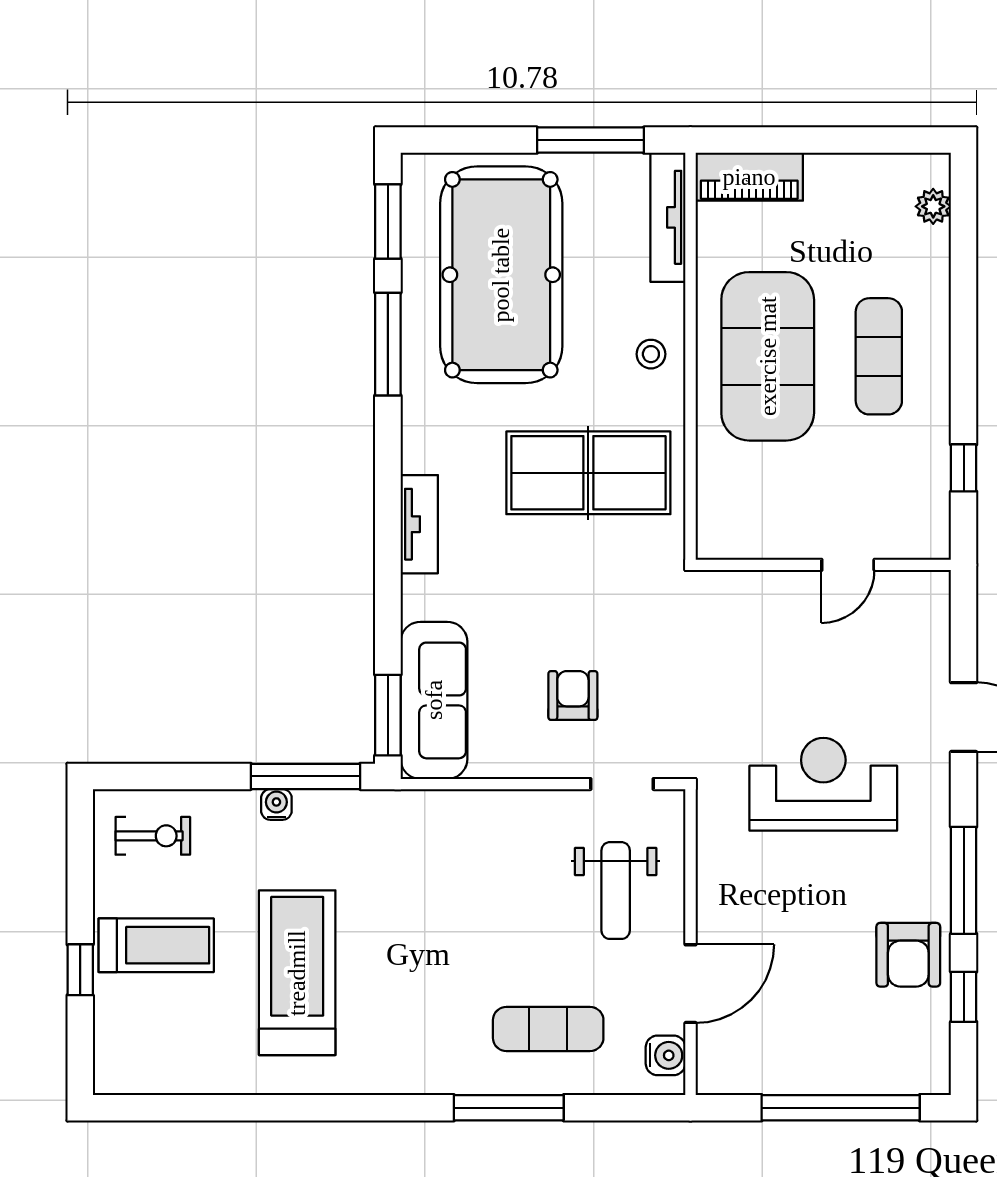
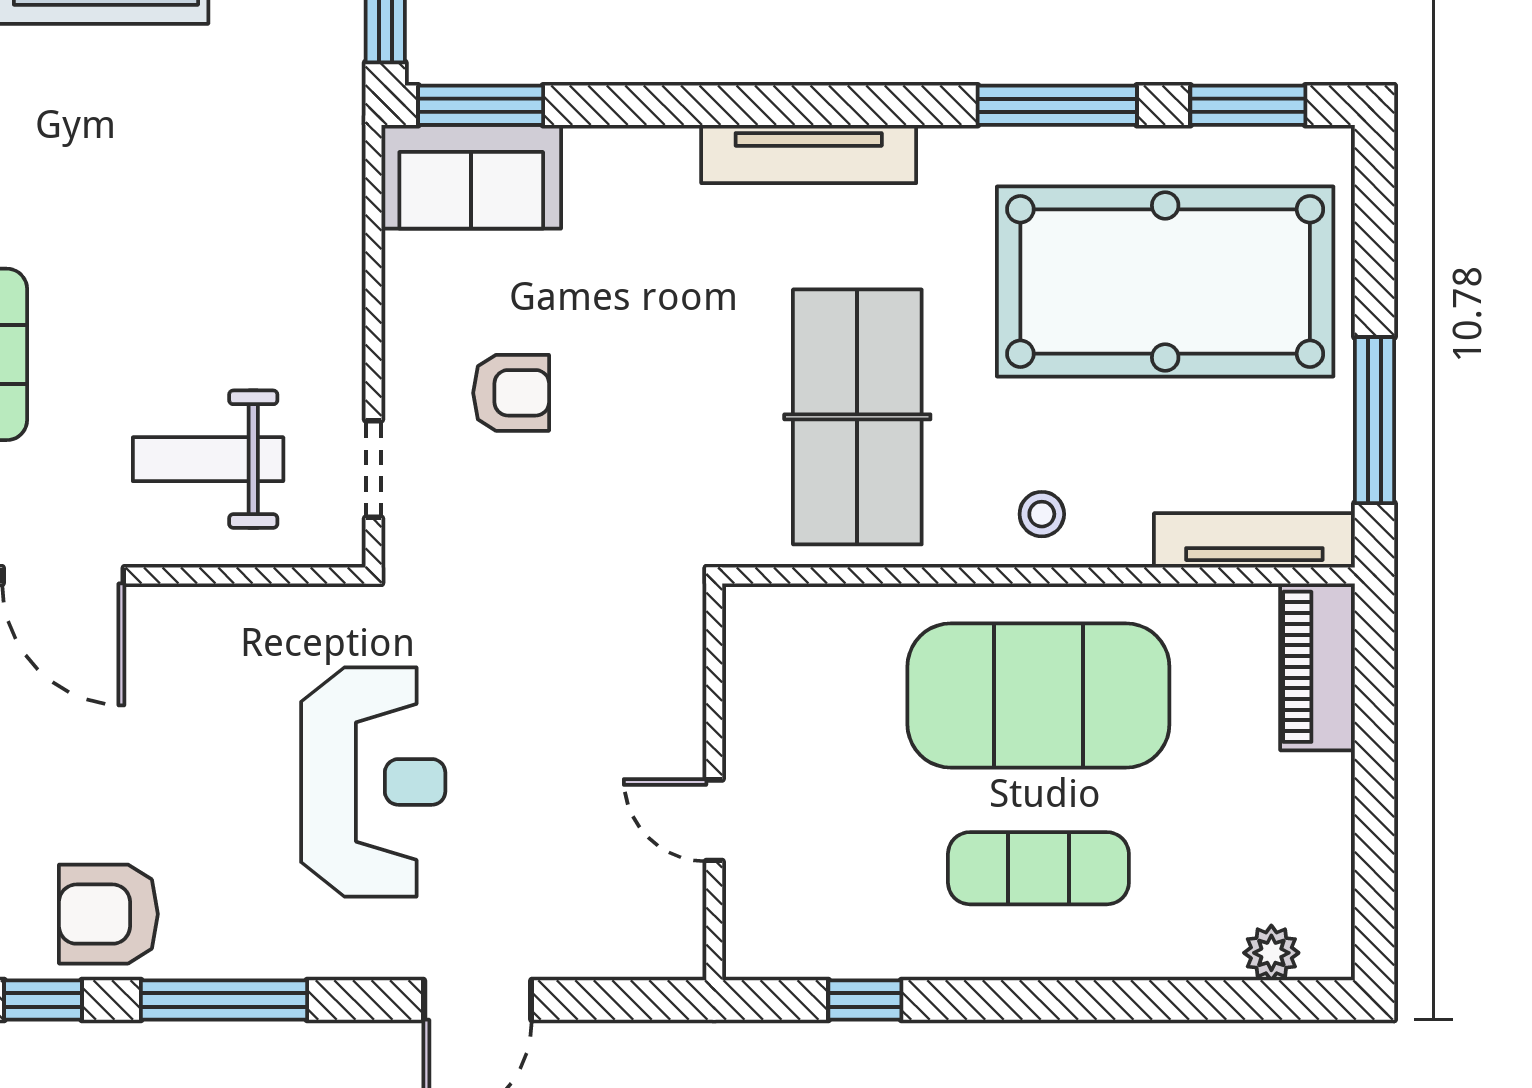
tv unit: (419, 524) -> (809, 154), width x1.41
sofa: (434, 700) -> (471, 177), width x0.73

